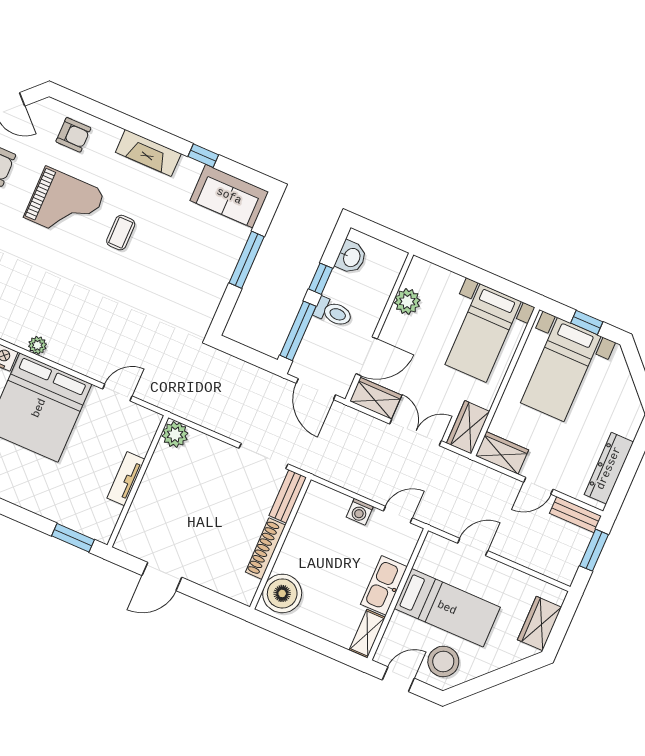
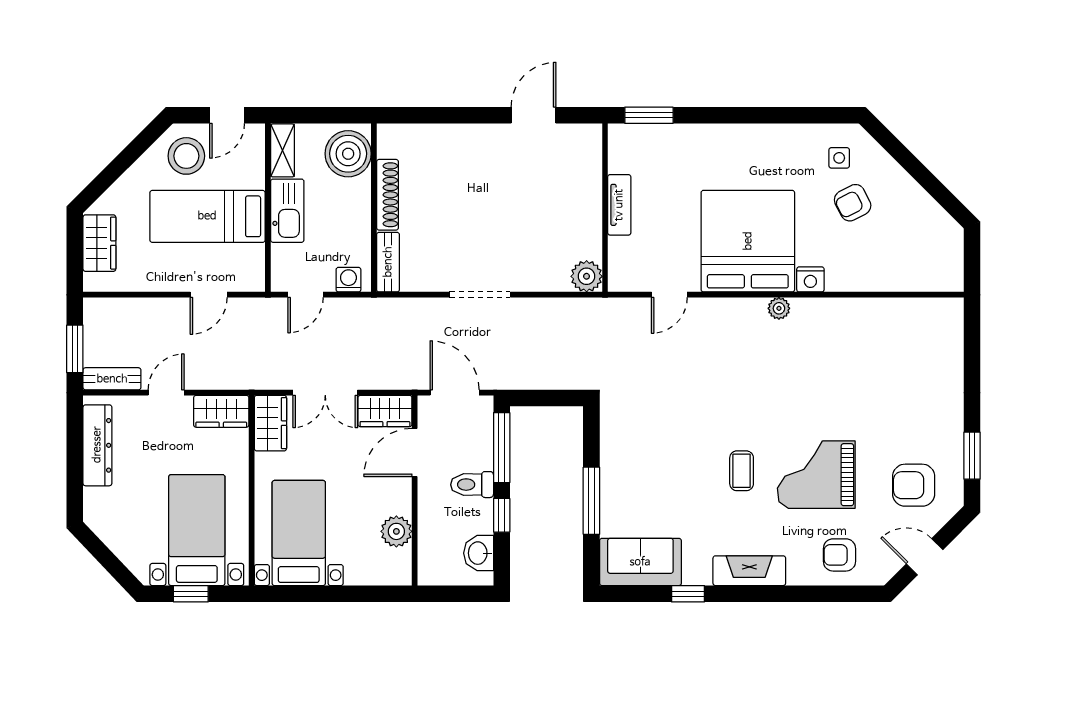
bench: (288, 496) -> (388, 262), moved
wall: (280, 543) -> (374, 208), moved
shoe rack: (266, 549) -> (388, 195), moved
boiler: (282, 593) -> (348, 154), moved

